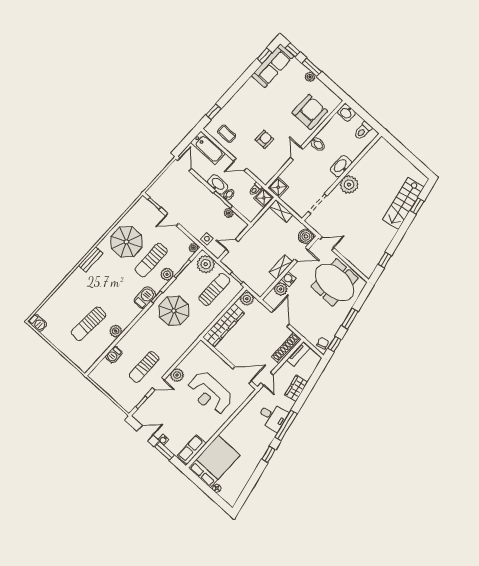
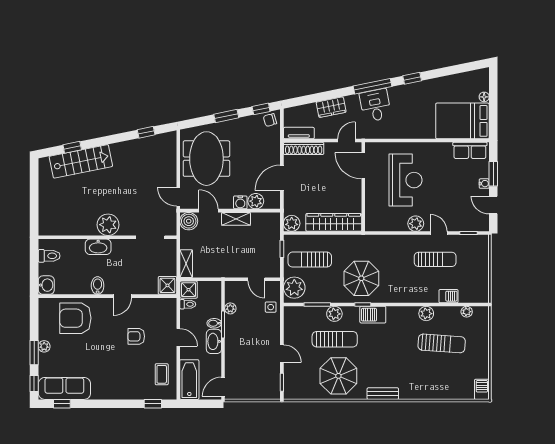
plant: (194, 248) -> (467, 312), moved

